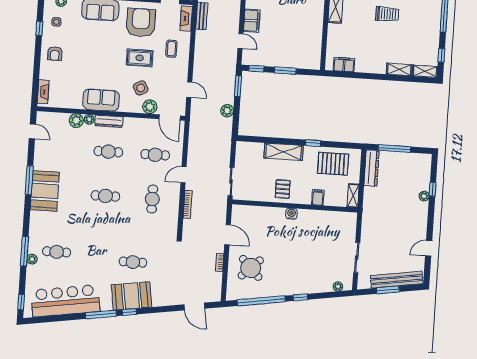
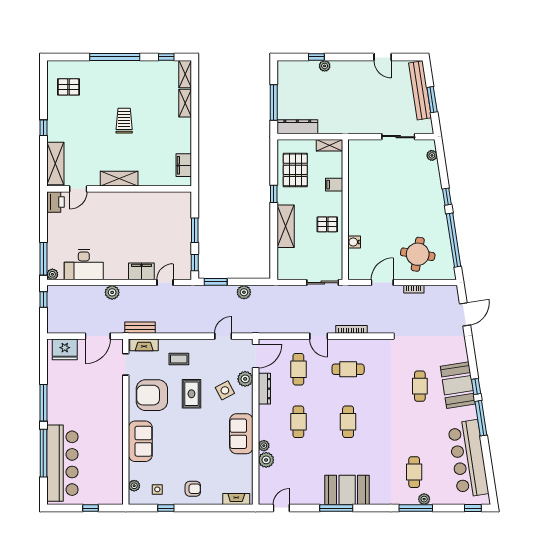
dresser: (109, 121) -> (264, 389), moved
water cooler: (291, 214) -> (354, 242), moved
round table: (251, 268) -> (418, 254), turned -37

